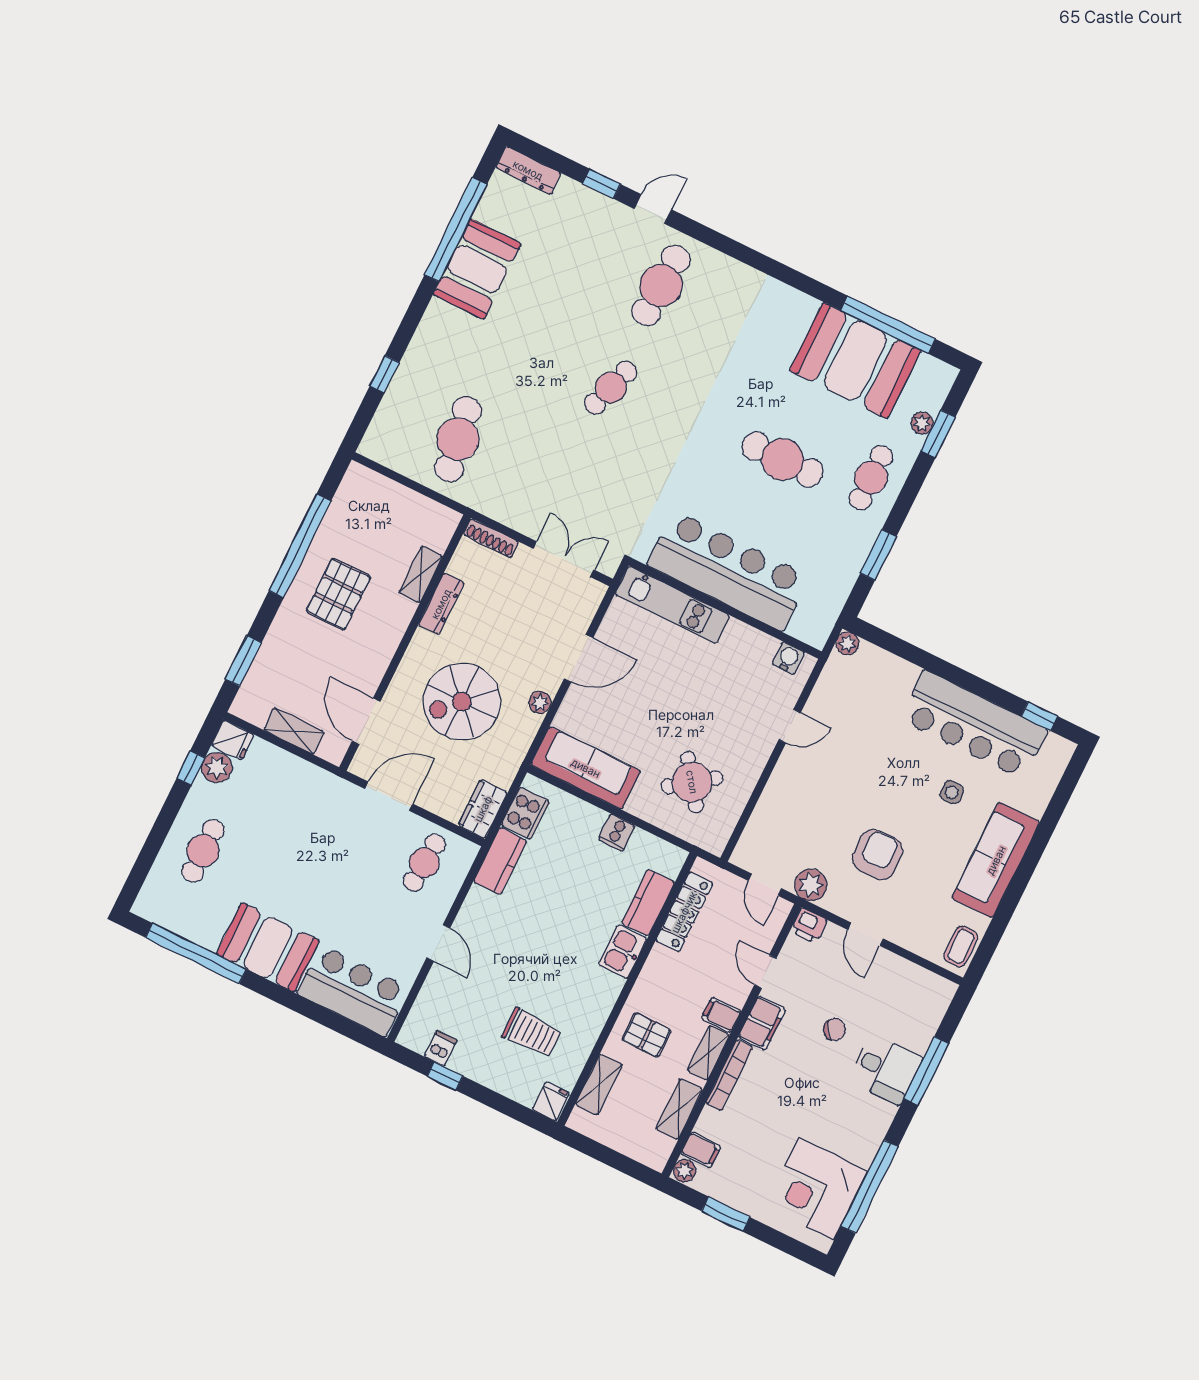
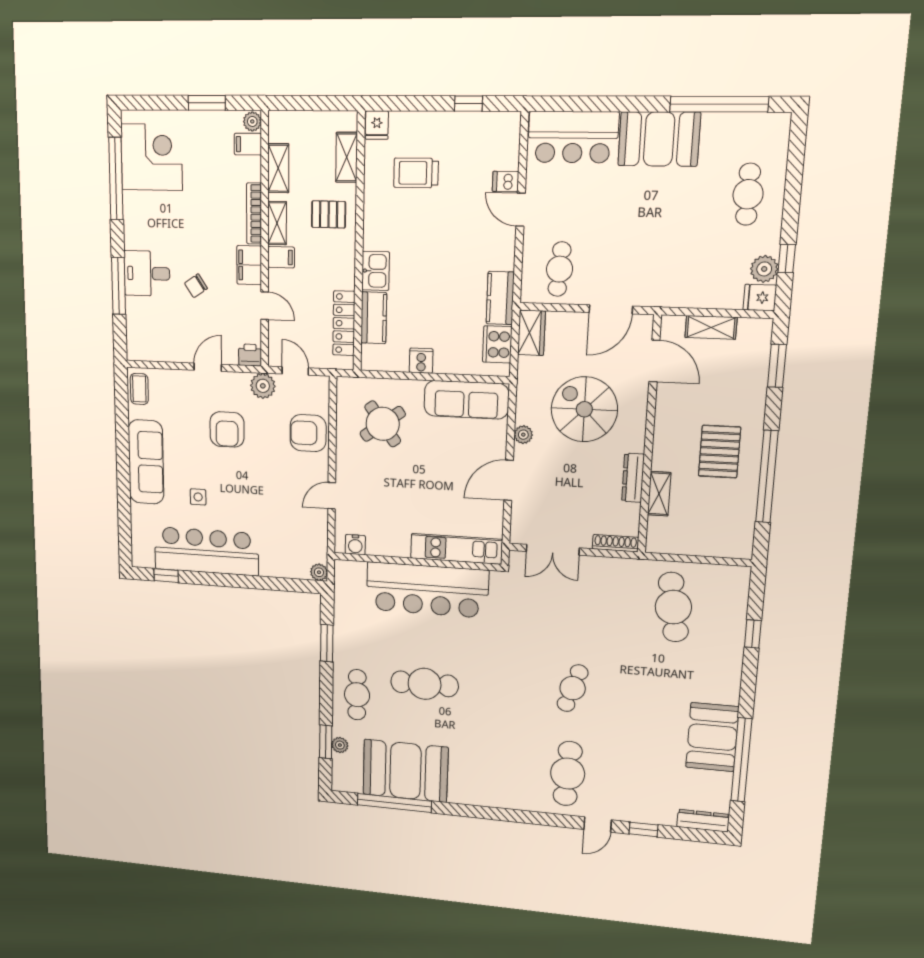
spiral stairs: (462, 702) -> (584, 409), turned -90
armchair: (783, 809) -> (308, 433), added
door: (866, 934) -> (208, 367), hinge flipped
dishwasher: (441, 1048) -> (505, 182), moved, turned 90

